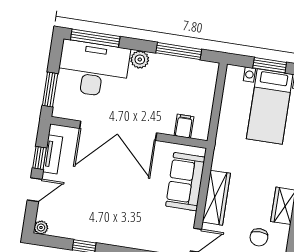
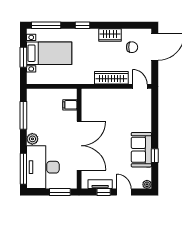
sofa: (185, 182) -> (141, 150), moved, turned 90

